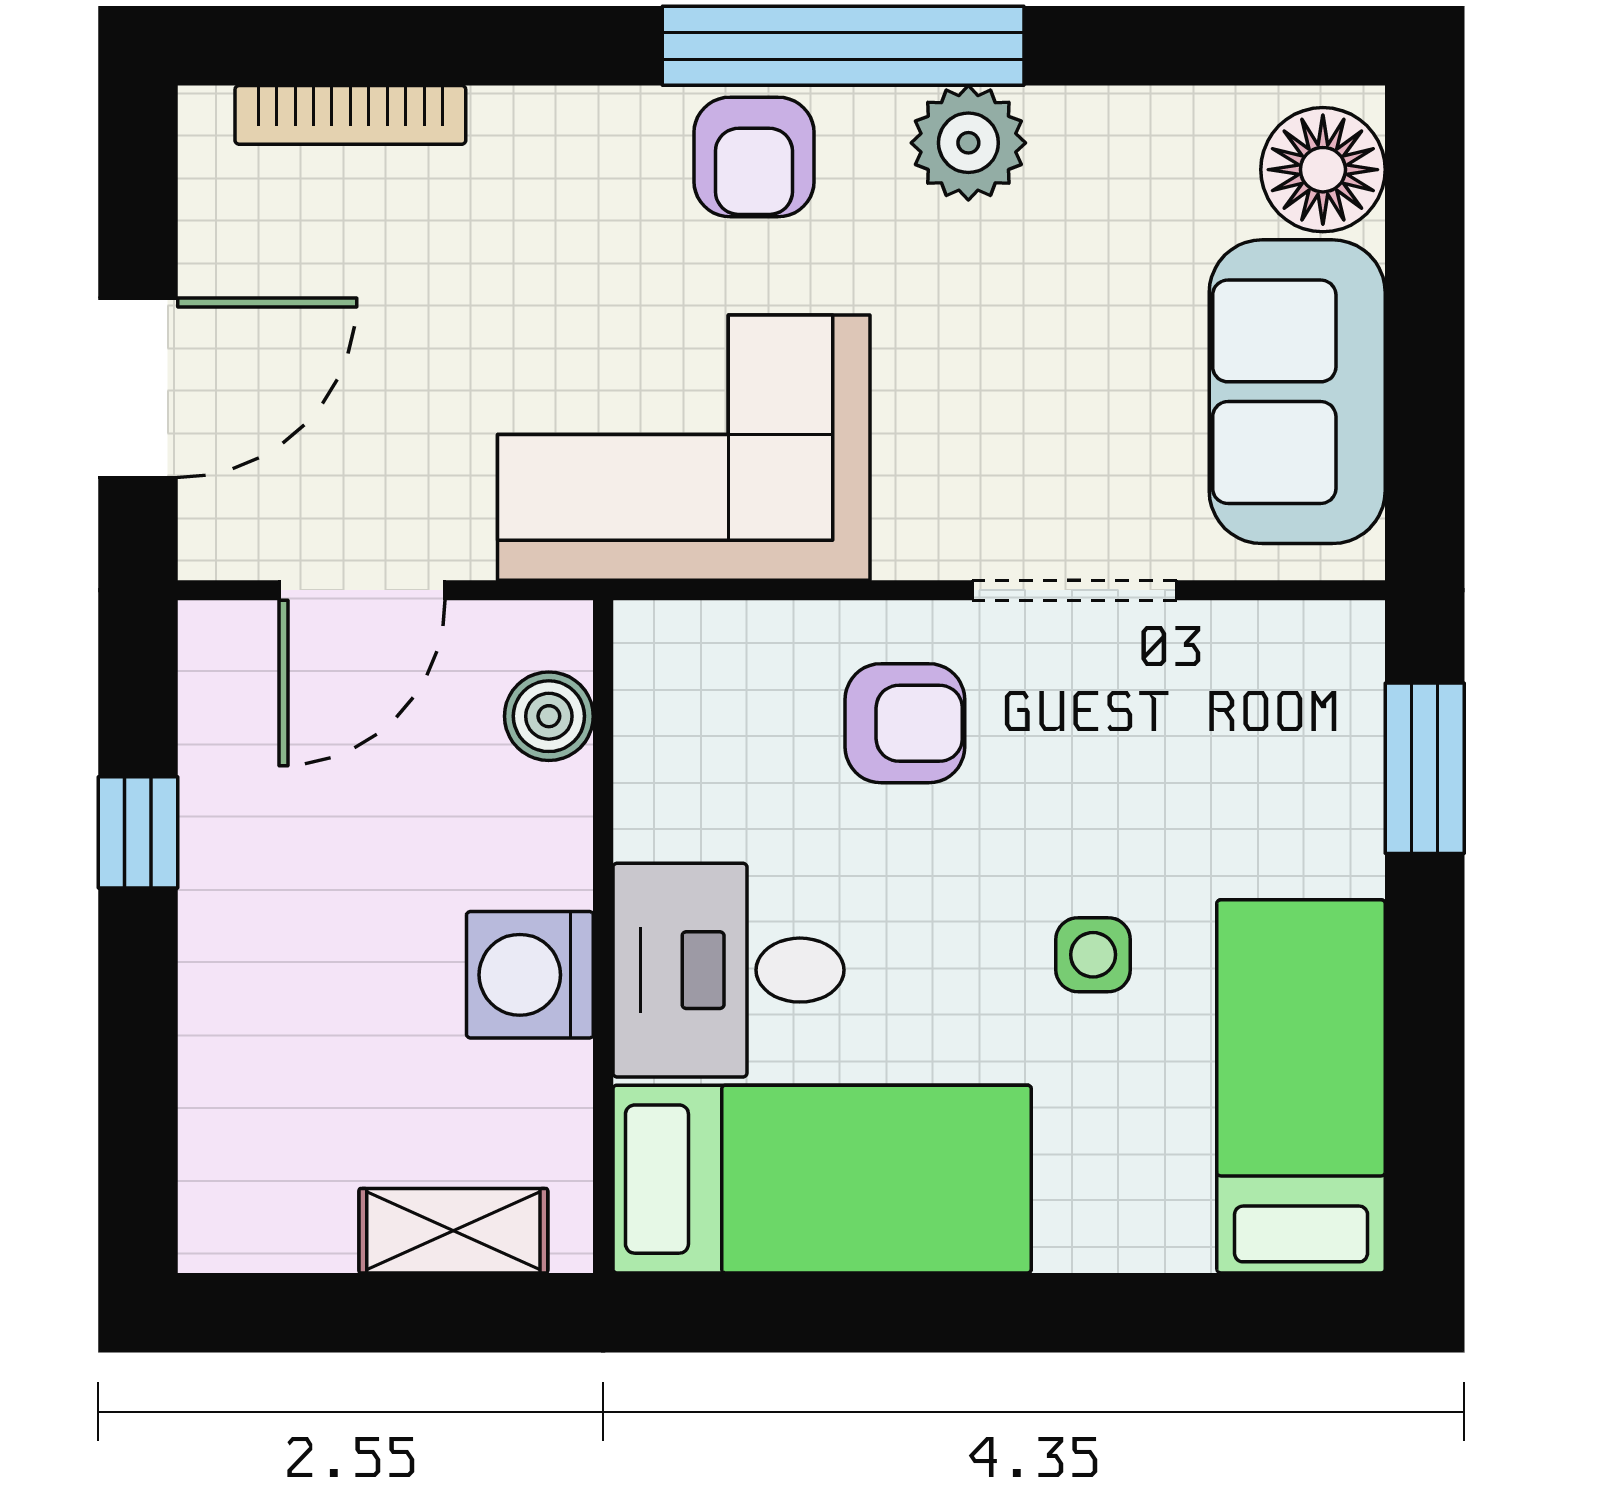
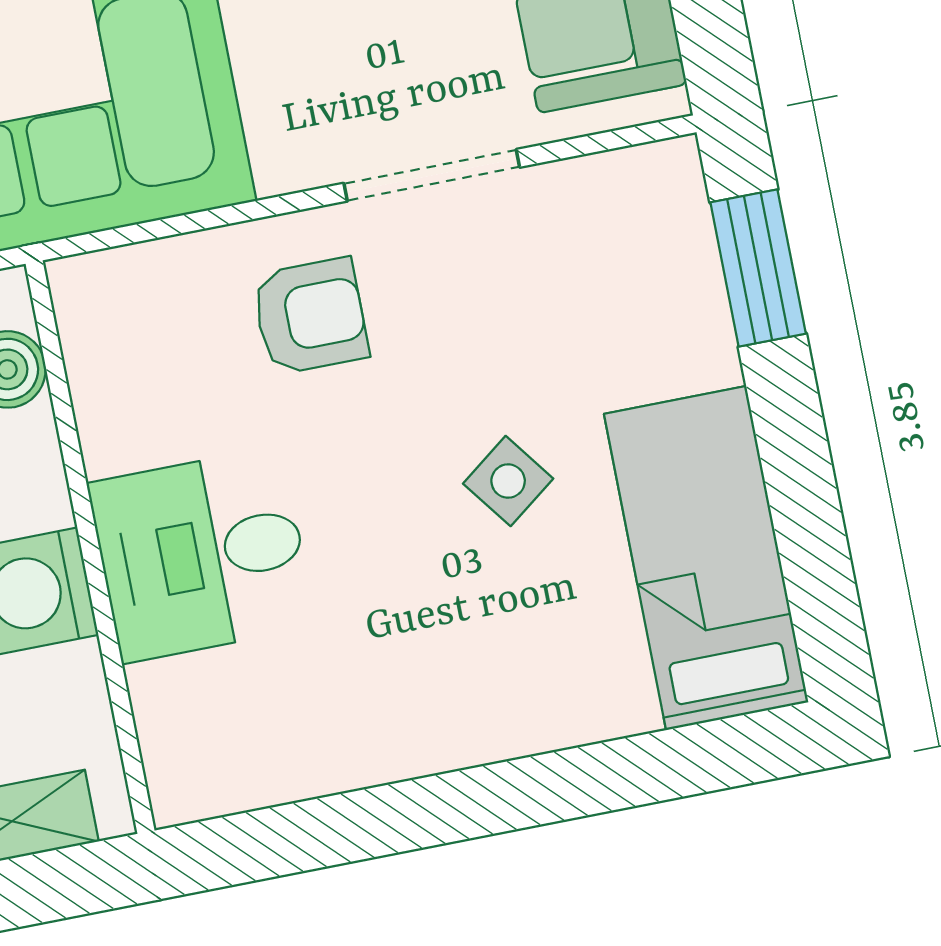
side table: (1093, 955) -> (508, 481), turned -37
bed: (822, 1179) -> (316, 716), removed

